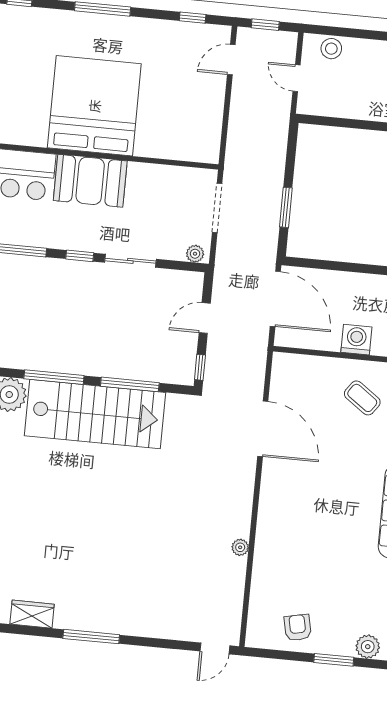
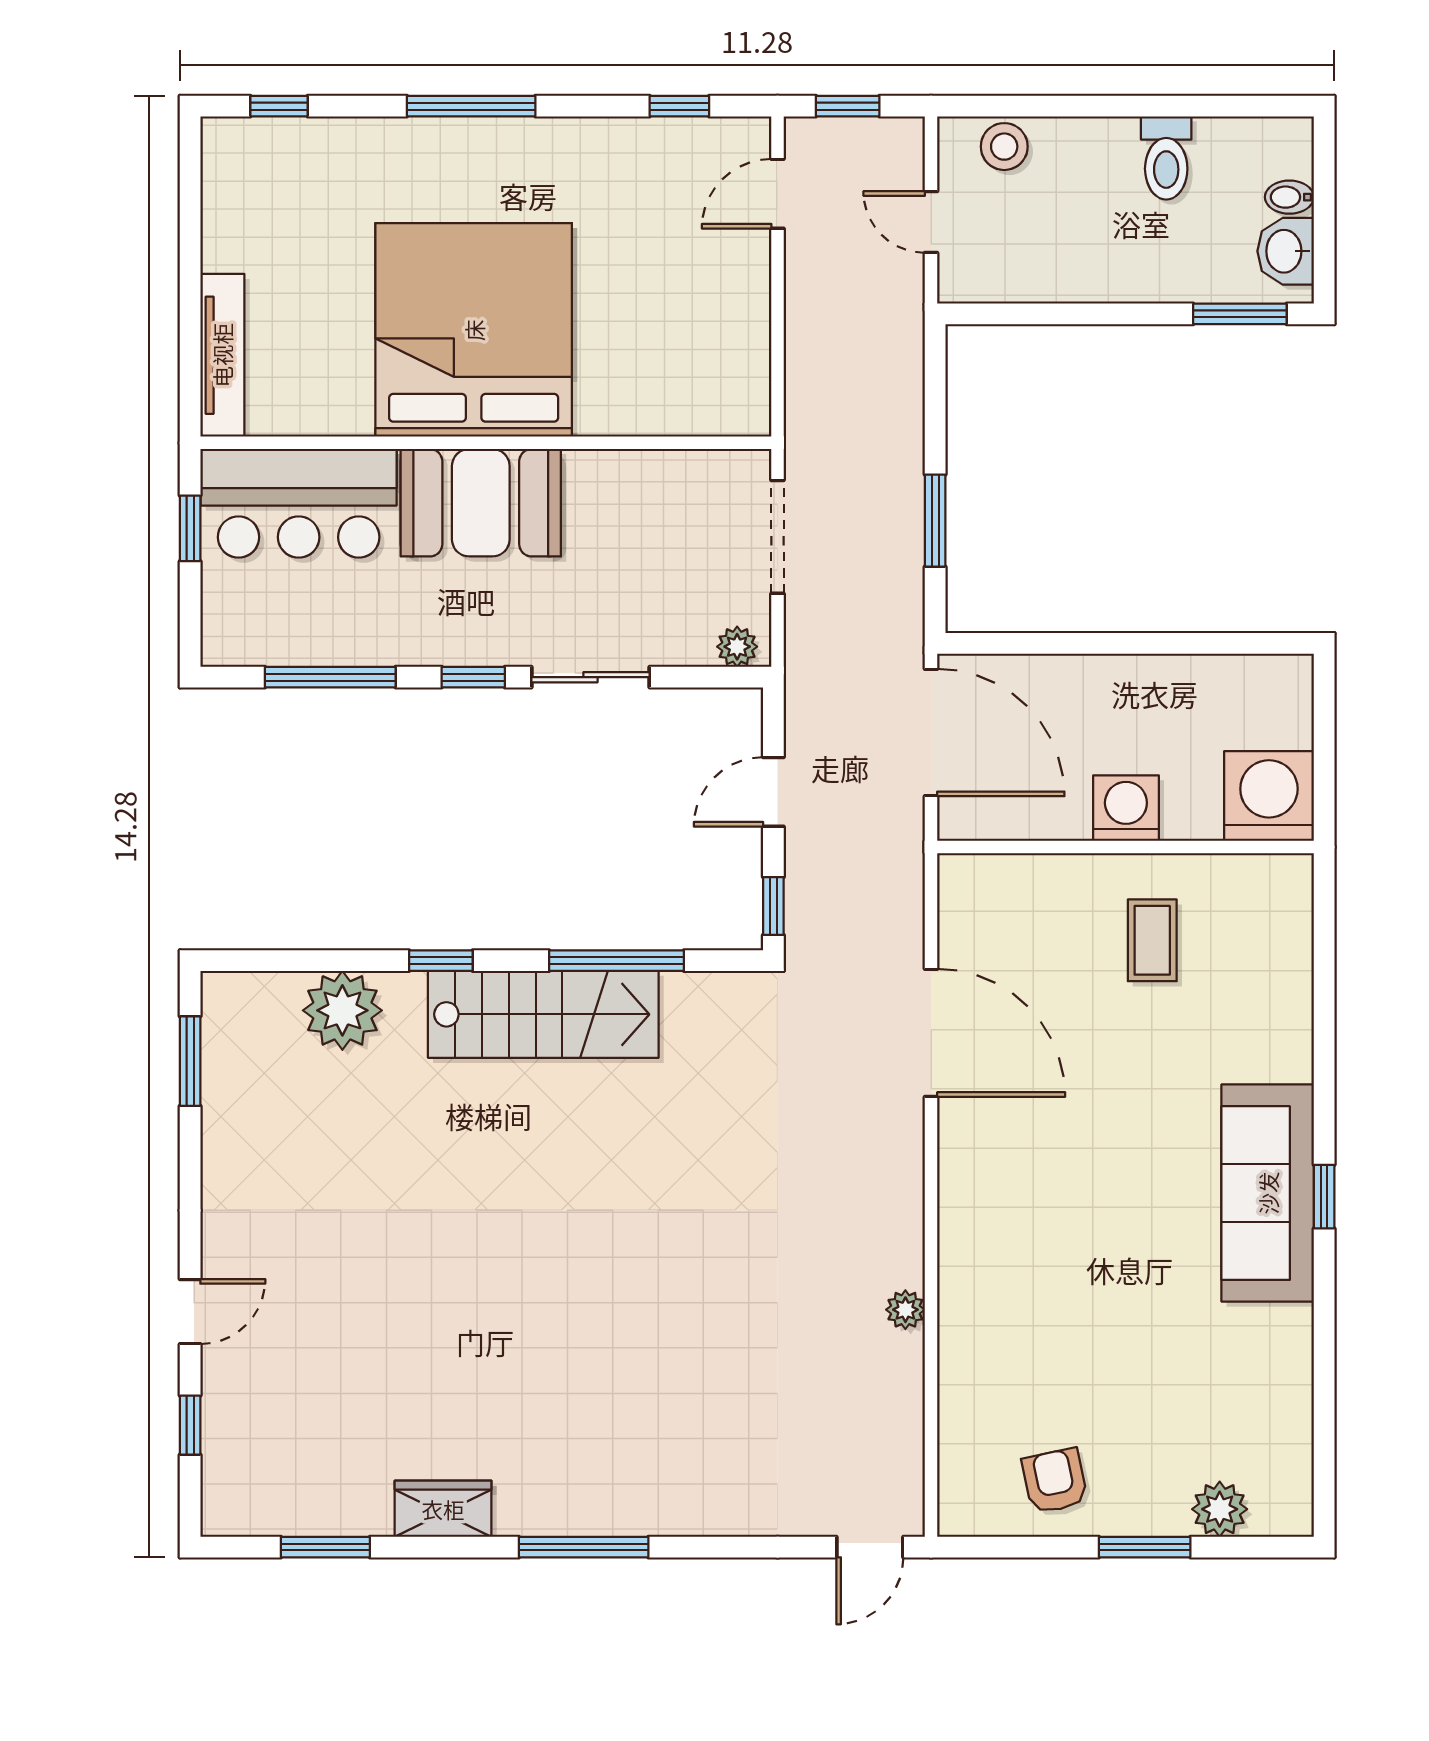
window: (54, 377) -> (441, 961), width x0.46
coffee table: (362, 398) -> (1152, 940), turned 54
stairs: (95, 414) -> (543, 1014), width x0.73, depth x0.66

